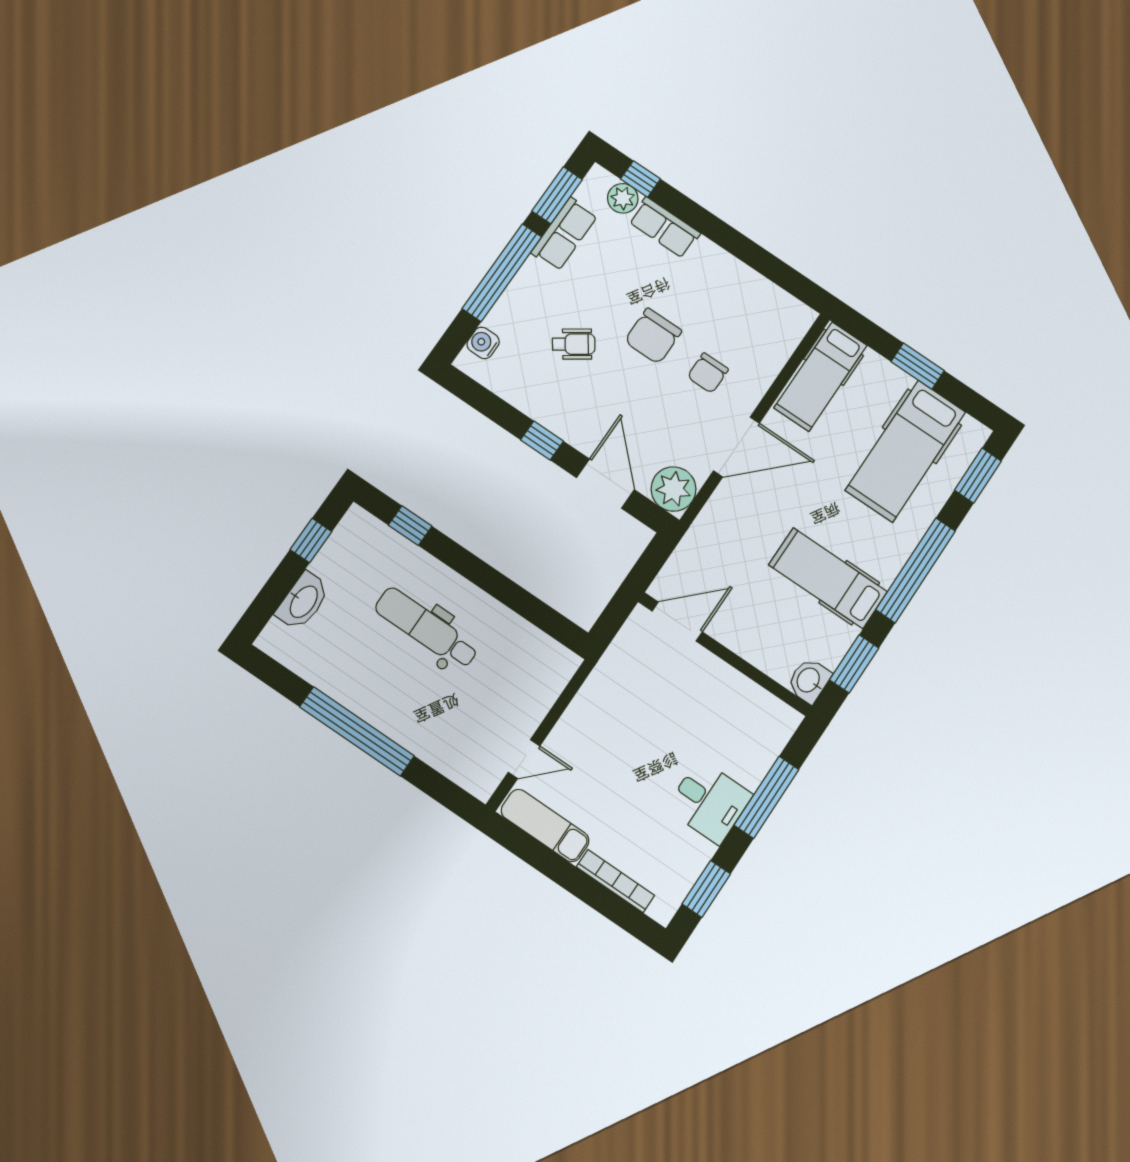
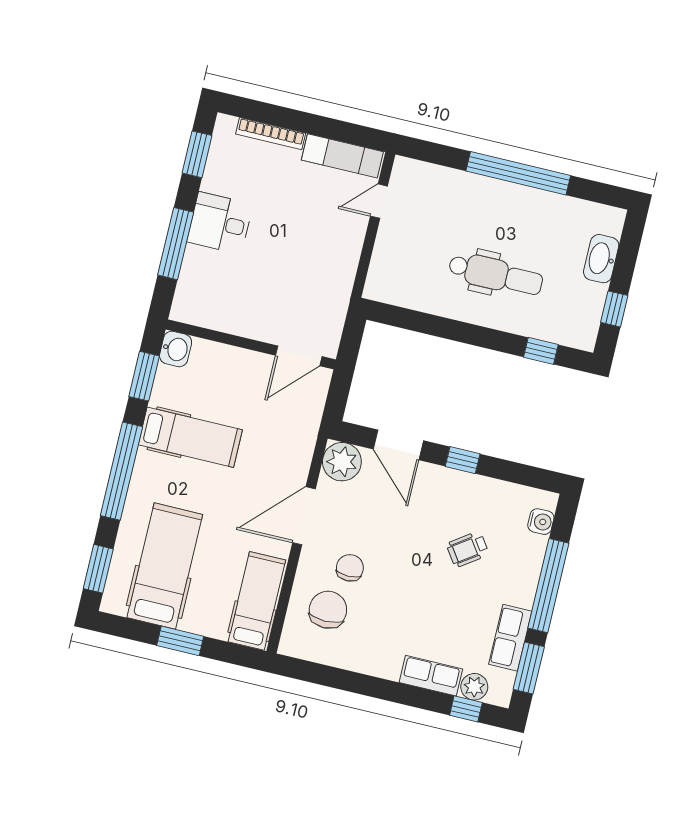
chair: (653, 336) -> (328, 610), moved

